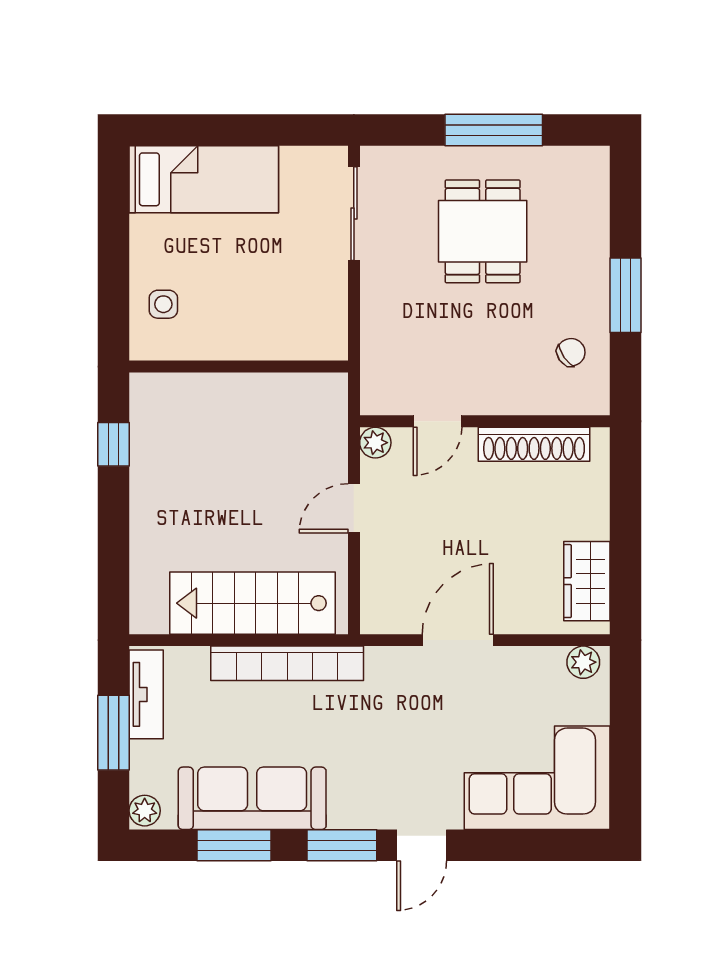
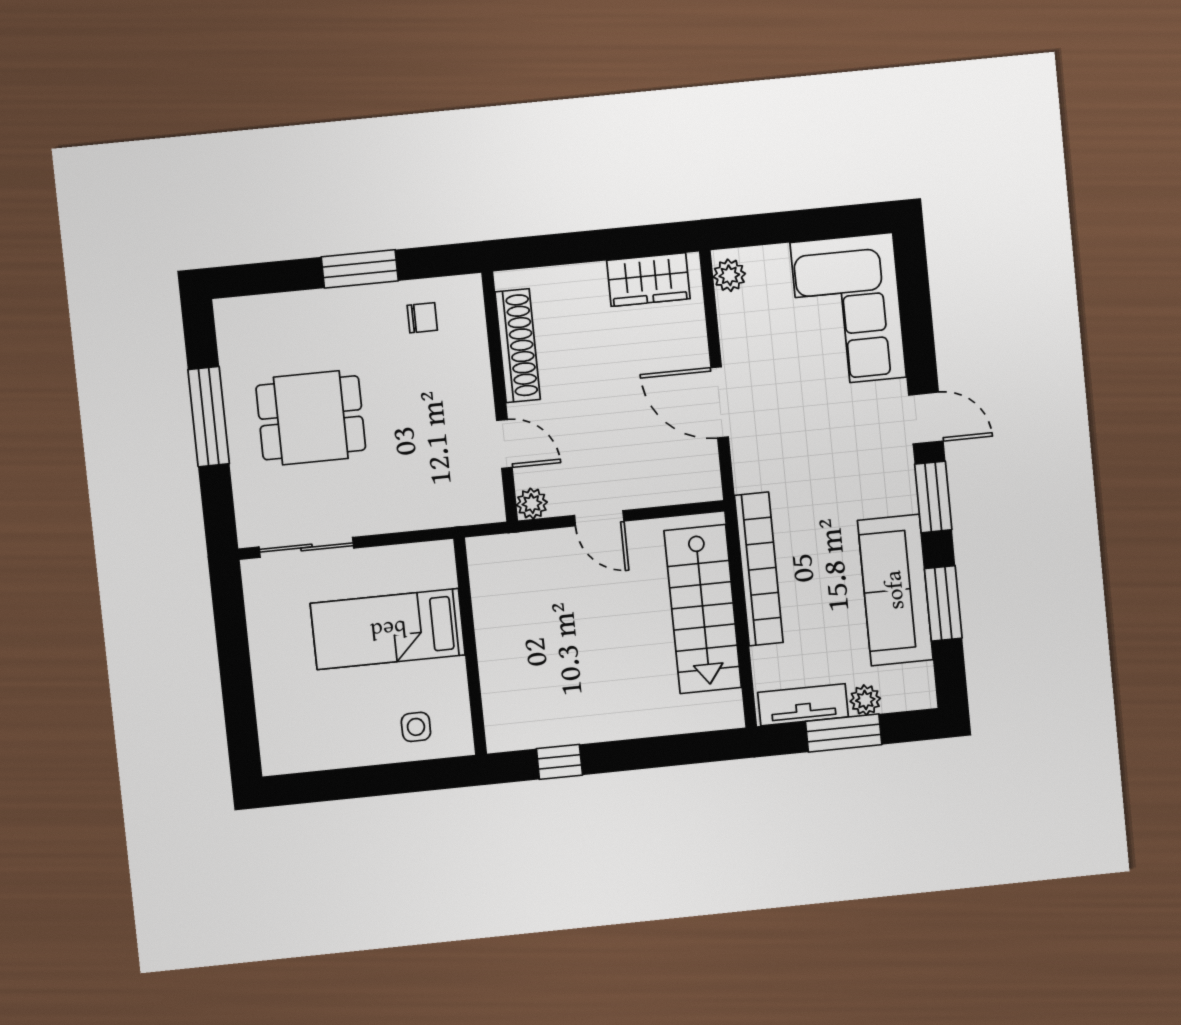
bed: (204, 179) -> (388, 629), moved, turned -90
chair: (571, 352) -> (422, 318), turned 125
plant: (145, 811) -> (865, 700), moved

